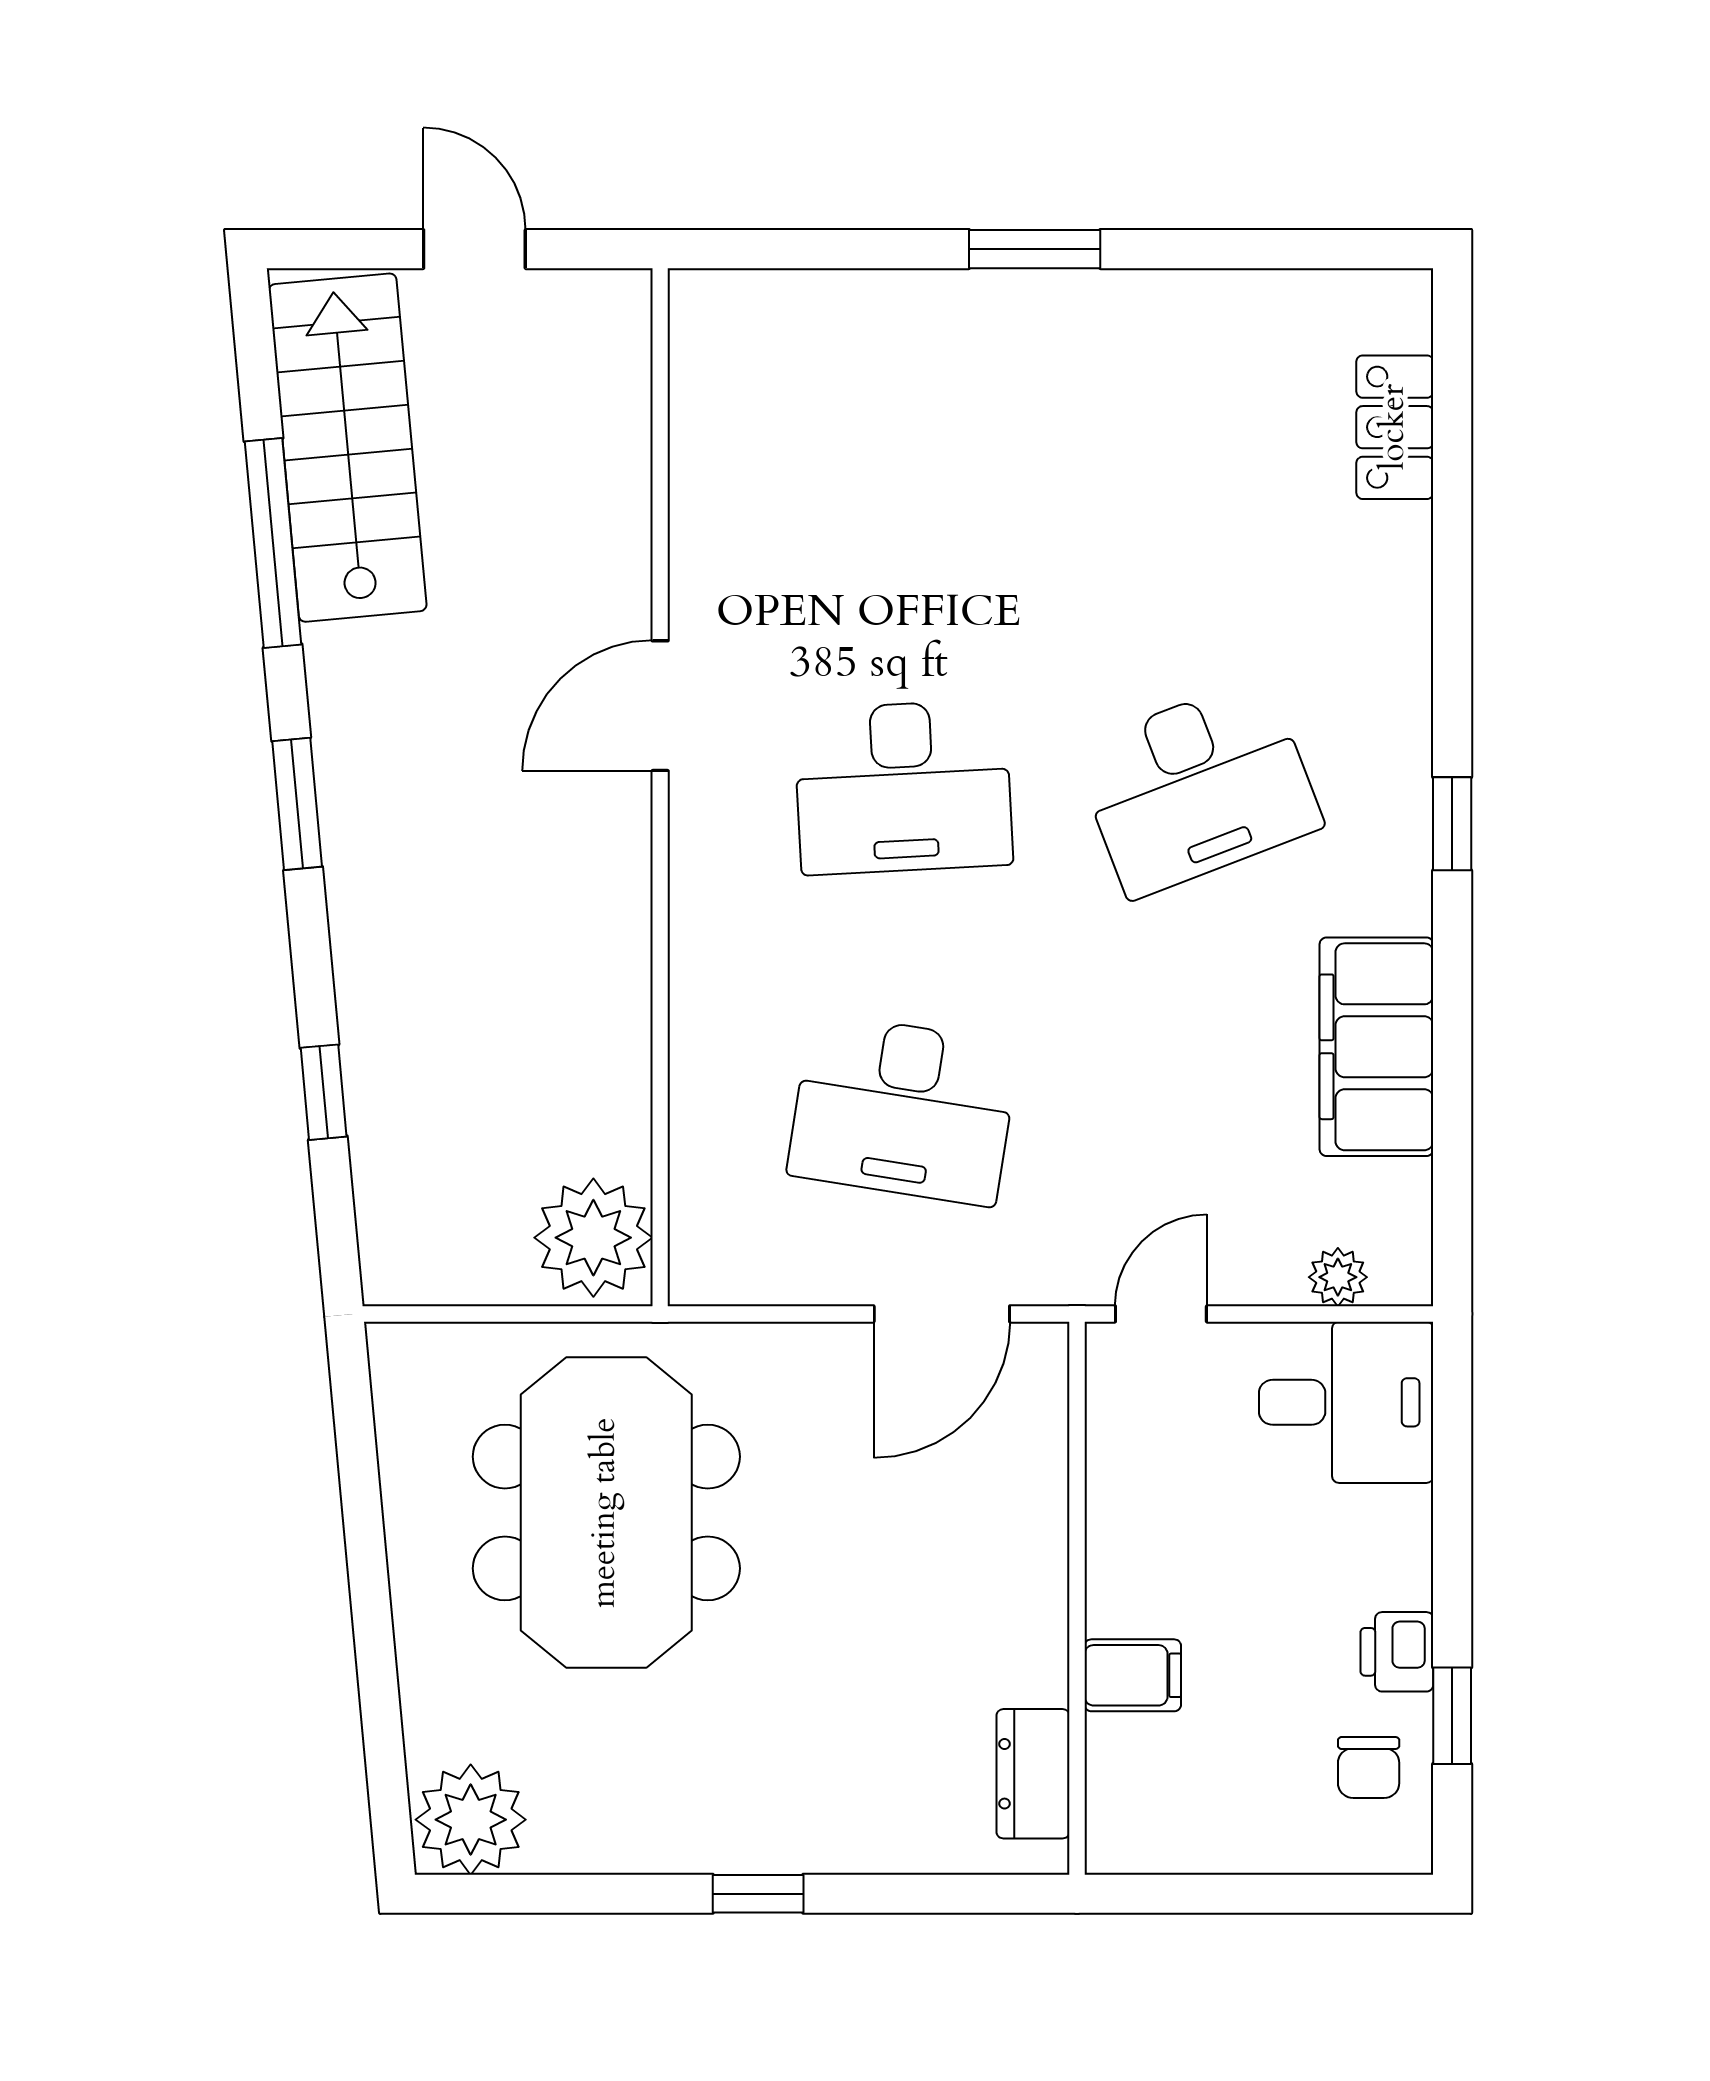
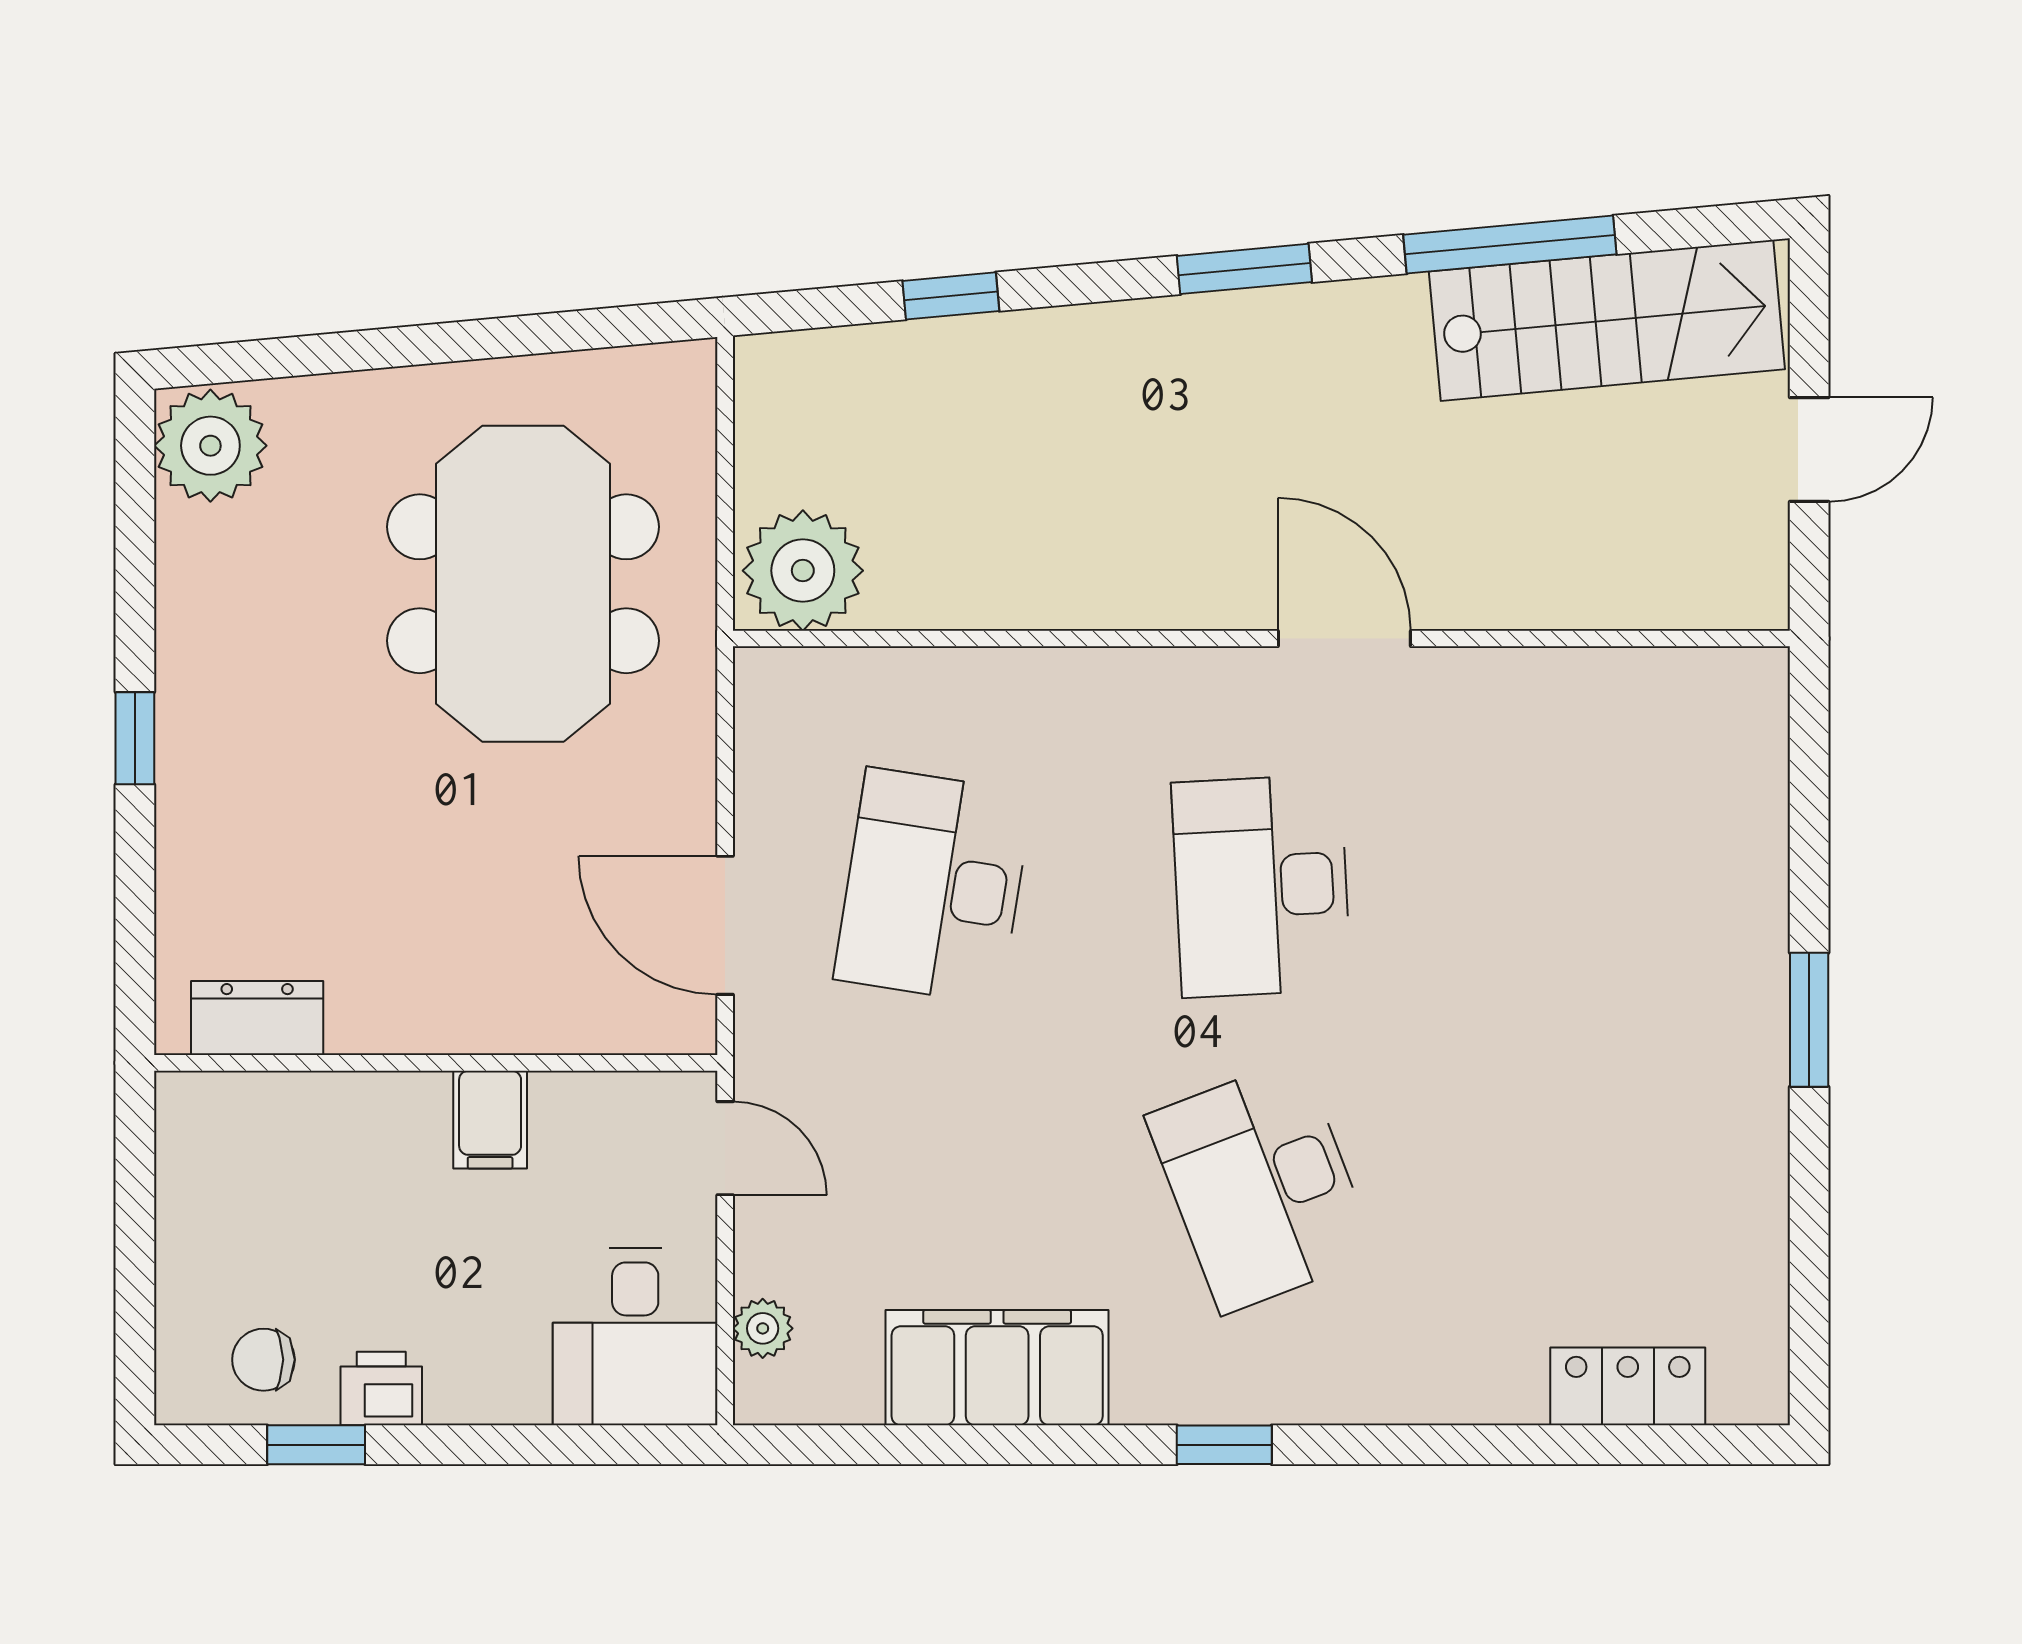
meeting table: (606, 1513) -> (523, 584), turned 90
filing cabinet: (1133, 1675) -> (490, 1120), moved

